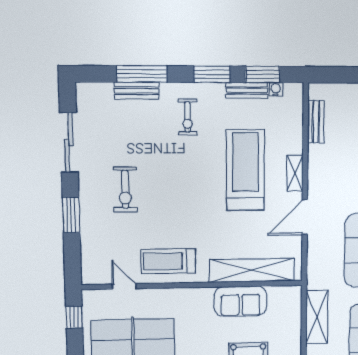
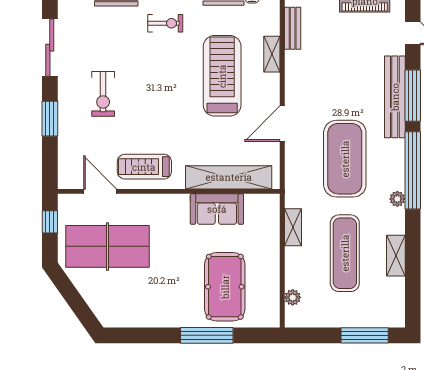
exercise bike: (188, 117) -> (165, 23), turned -90
shelving: (295, 173) -> (272, 54), moved
door: (124, 286) -> (100, 191), width x1.37
shelving: (317, 317) -> (293, 227), width x0.67, depth x0.75

